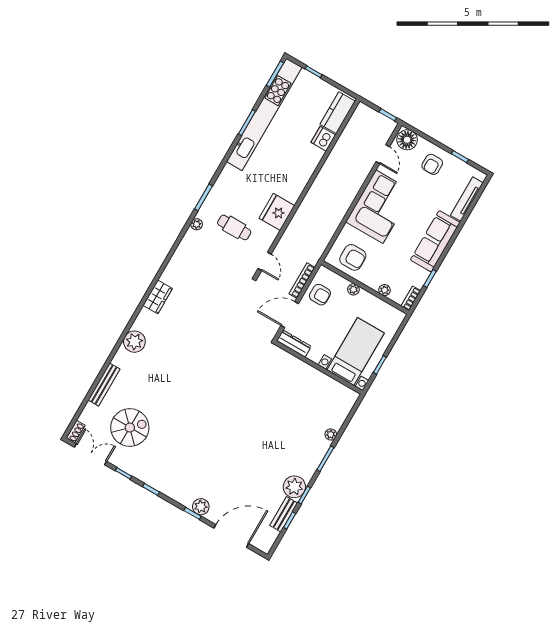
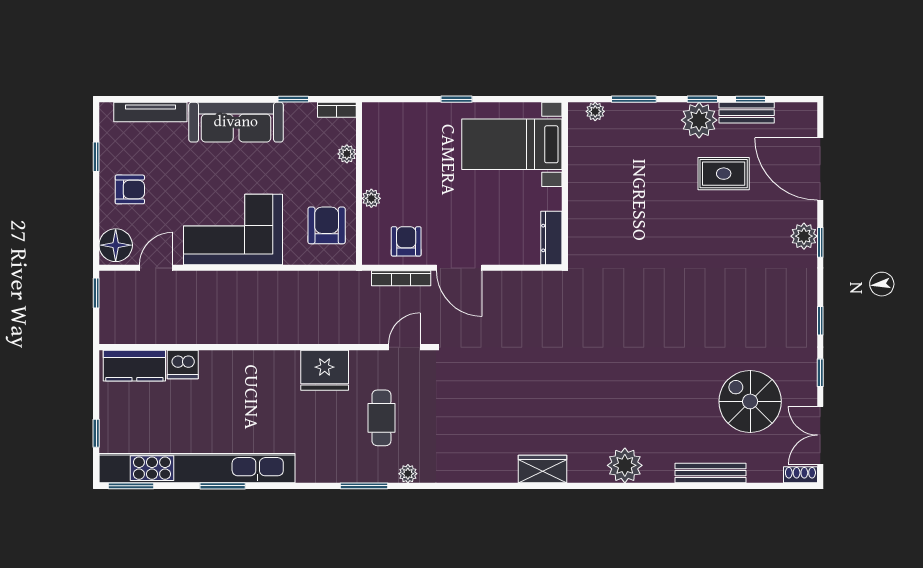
dresser: (294, 344) -> (551, 238), moved
bed with nightstands: (356, 351) -> (512, 144), moved
wall: (319, 367) -> (565, 183), moved
rug: (258, 483) -> (724, 174), added

